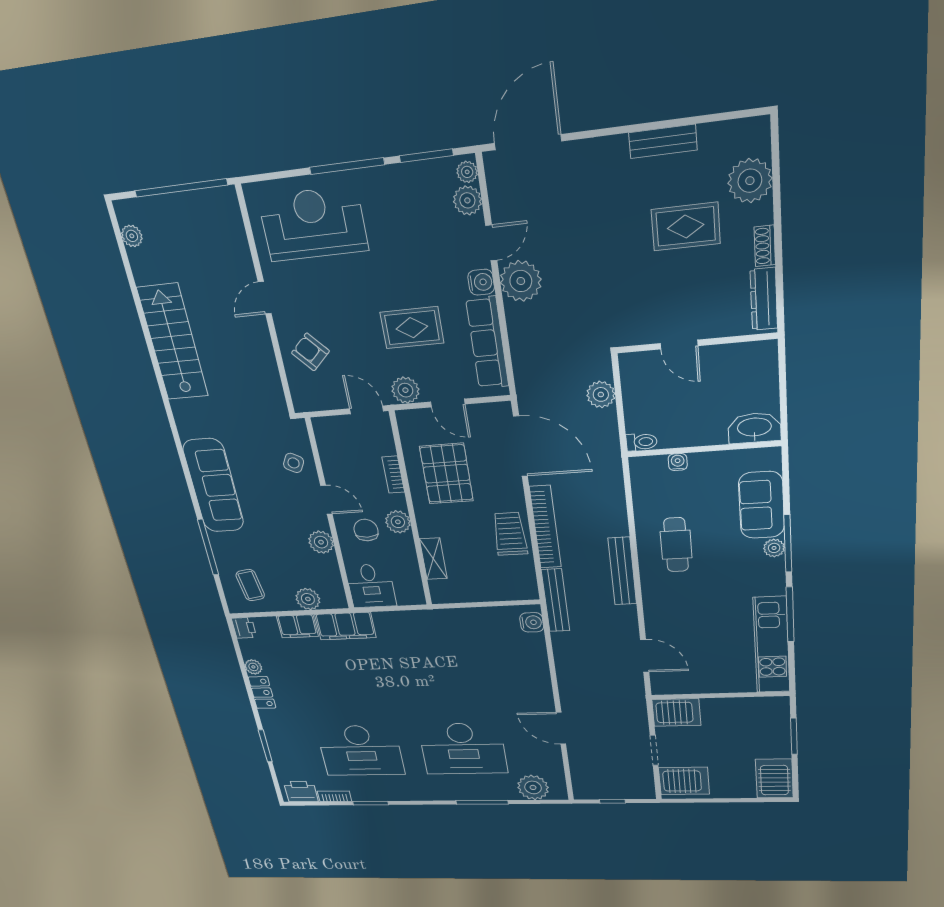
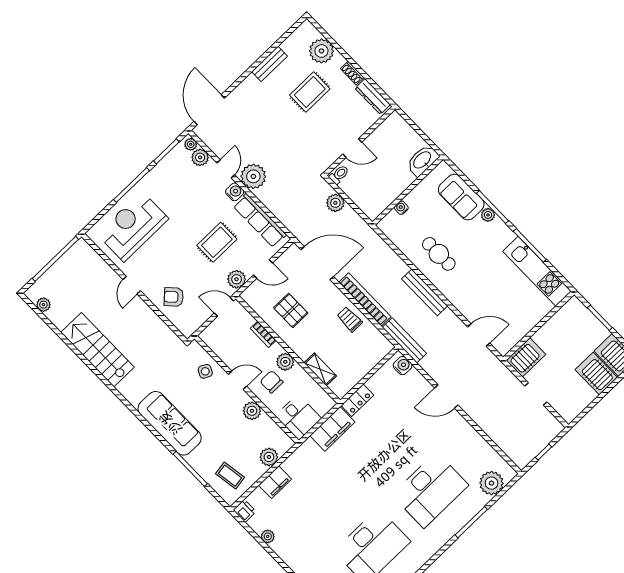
toilet: (642, 442) -> (339, 174), moved
pallet: (446, 474) -> (291, 310), width x0.67, depth x0.71
trolley: (510, 534) -> (350, 319), width x0.73, depth x0.72
filing cabinet: (345, 626) -> (332, 429), moved
locker: (262, 693) -> (357, 400), moved, turned 90
door: (561, 728) -> (446, 397), moved
server rack: (684, 781) -> (596, 374), moved, turned -90

